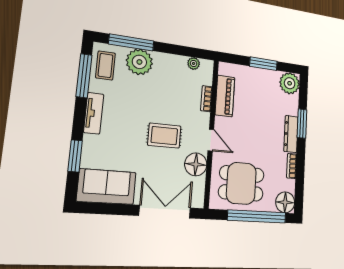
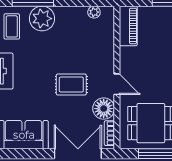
piano: (225, 96) -> (128, 26), moved
bookcase: (206, 99) -> (109, 133), moved

